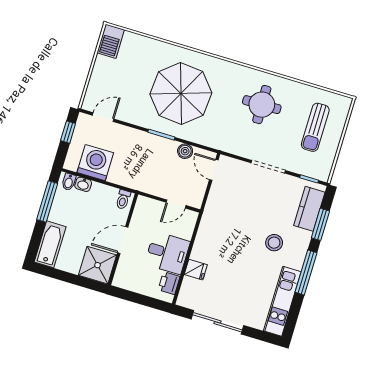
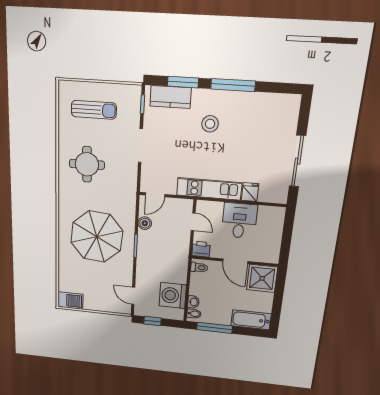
printer: (169, 283) -> (201, 249), moved, turned 180
kitchen unit: (282, 301) -> (209, 189), moved, turned 180

